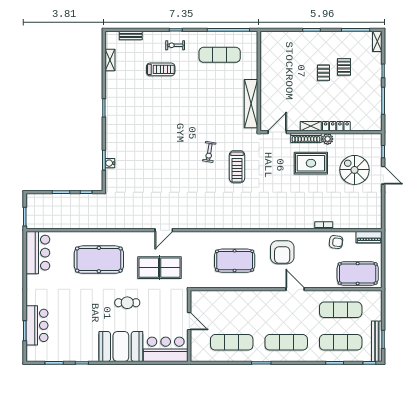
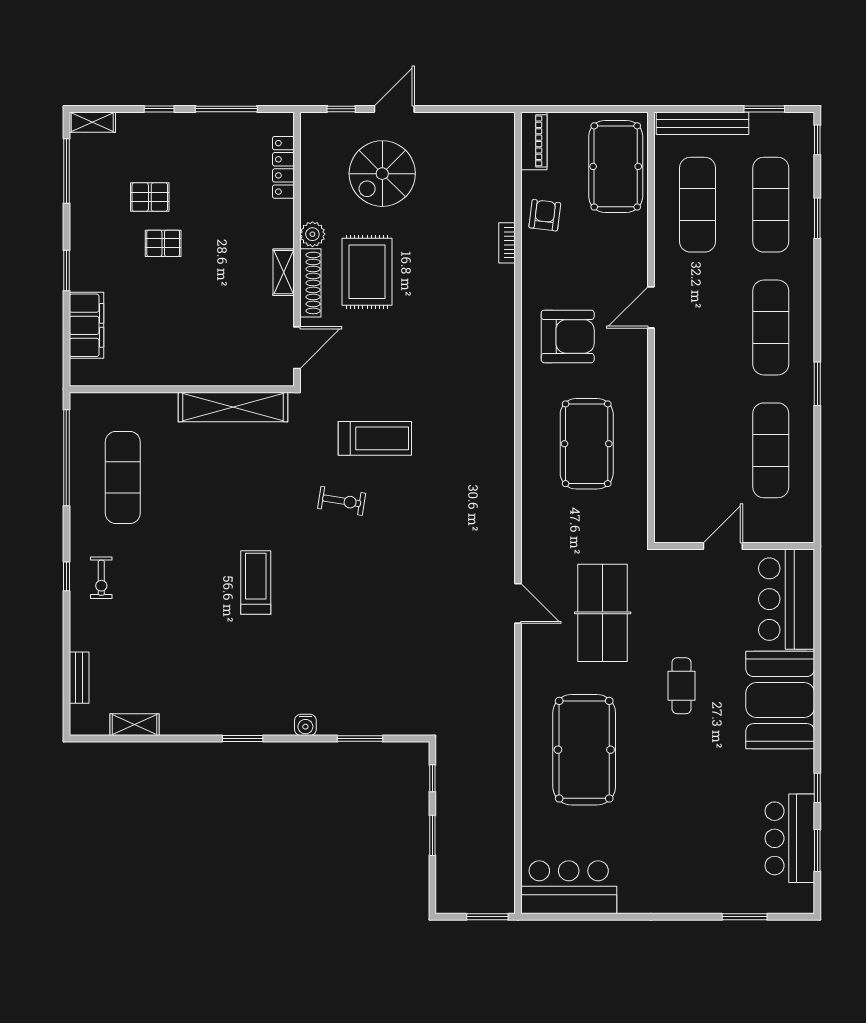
filing cabinet: (287, 39) -> (87, 325), added
treadmill: (161, 69) -> (256, 582), moved
locker: (336, 126) -> (283, 167), moved
door: (277, 132) -> (297, 348), swing flipped
water cooler: (110, 163) -> (305, 725), moved
bar counter: (37, 325) -> (790, 838), moved, turned -90
bench: (377, 341) -> (703, 123), moved

